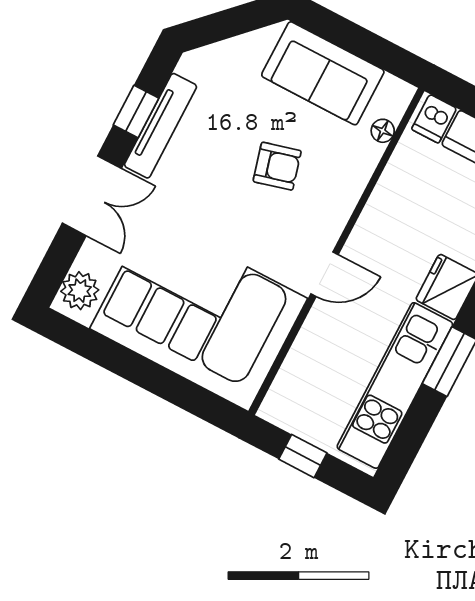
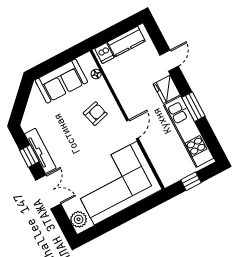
armchair: (277, 166) -> (95, 114), moved

